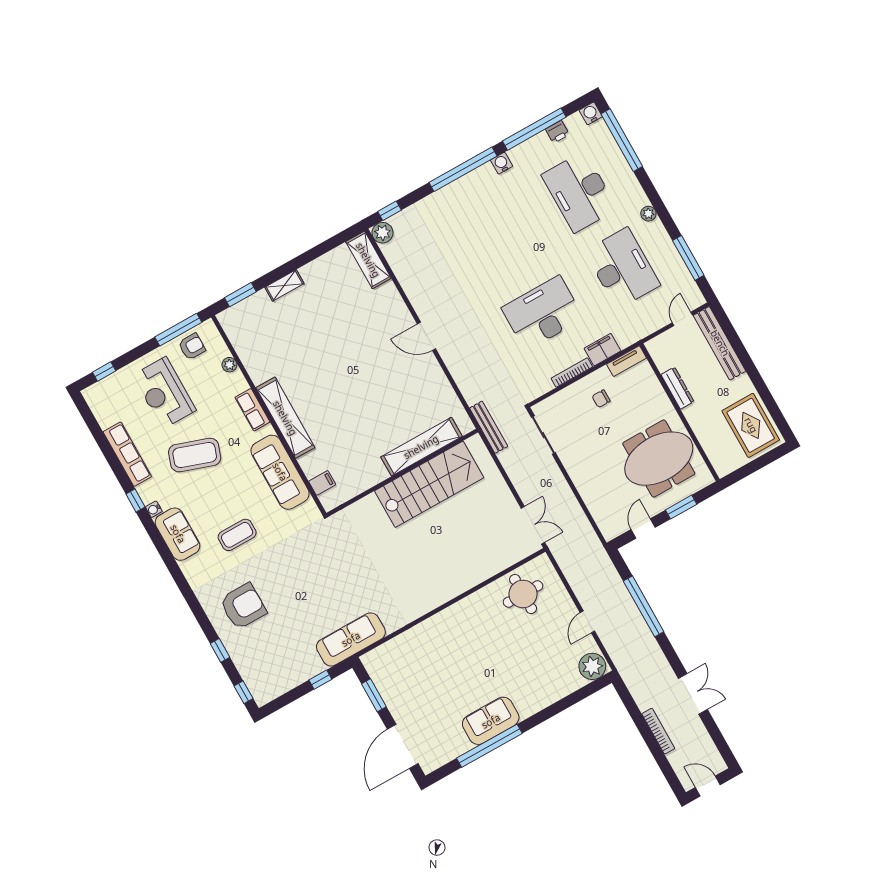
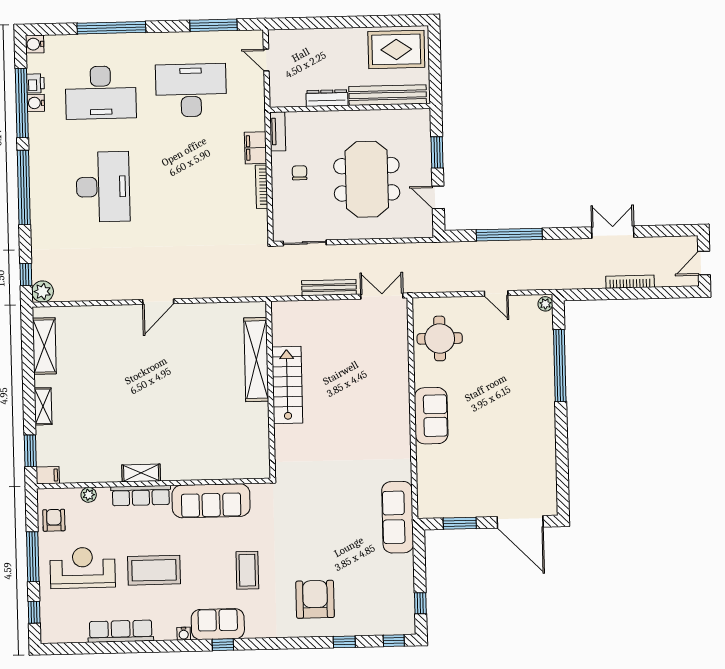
window: (622, 140) -> (111, 28), moved
water cooler: (502, 163) -> (36, 103), moved
plant: (648, 214) -> (154, 40), removed
shelving: (368, 260) -> (44, 346), moved, turned 90
desk: (543, 313) -> (103, 187), moved, turned 180
window: (178, 330) -> (33, 557), moved
bench: (720, 343) -> (388, 95), moved
reception desk: (164, 393) -> (83, 568), turned 180
chair: (601, 399) -> (300, 173), turned 180
row of seats: (252, 410) -> (141, 496), width x1.48
shelving: (285, 418) -> (141, 473), width x0.45, depth x0.75
bench: (489, 427) -> (329, 288), moved
coffee table: (195, 455) -> (154, 570), turned 71
meeting table: (659, 459) -> (367, 179), moved
filing cabinet: (322, 483) -> (48, 475), moved, turned 90
stairs: (429, 484) -> (287, 385), width x0.73, depth x0.66
window: (136, 501) -> (223, 645), moved
plant: (592, 666) -> (545, 304), width x0.53, depth x0.53
window: (320, 680) -> (420, 603), moved
sofa: (491, 721) -> (431, 416), moved, turned 180
window: (489, 746) -> (560, 366), moved

